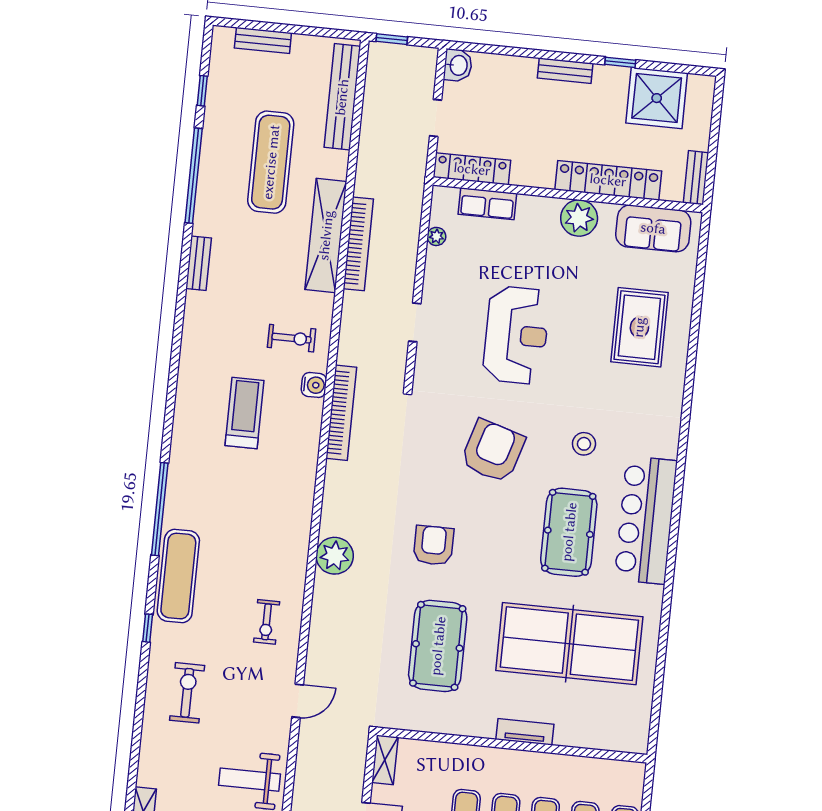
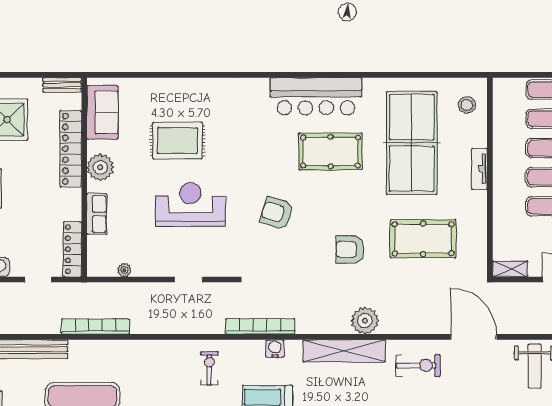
row of seats: (487, 204) -> (97, 214), moved
shelving: (326, 235) -> (344, 351), moved
bookcase: (358, 244) -> (95, 327), moved
rug: (639, 327) -> (177, 141), moved
water cooler: (314, 385) -> (275, 348), moved
stool: (584, 444) -> (467, 105), moved
armchair: (493, 451) -> (277, 213), width x0.73, depth x0.73
exercise bike: (267, 622) -> (418, 365), width x1.38, depth x1.39
door: (298, 701) -> (474, 337), width x1.87

